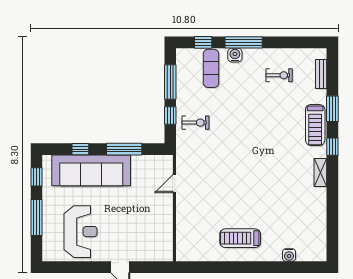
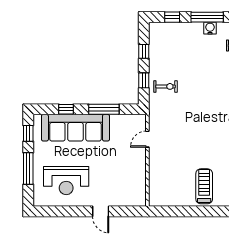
water cooler: (235, 55) -> (210, 28), moved
exercise mat: (211, 68) -> (179, 40), removed
window: (170, 82) -> (144, 51), width x0.46
reception desk: (80, 232) -> (66, 181), turned 90
treadmill: (240, 238) -> (204, 186), turned 90

